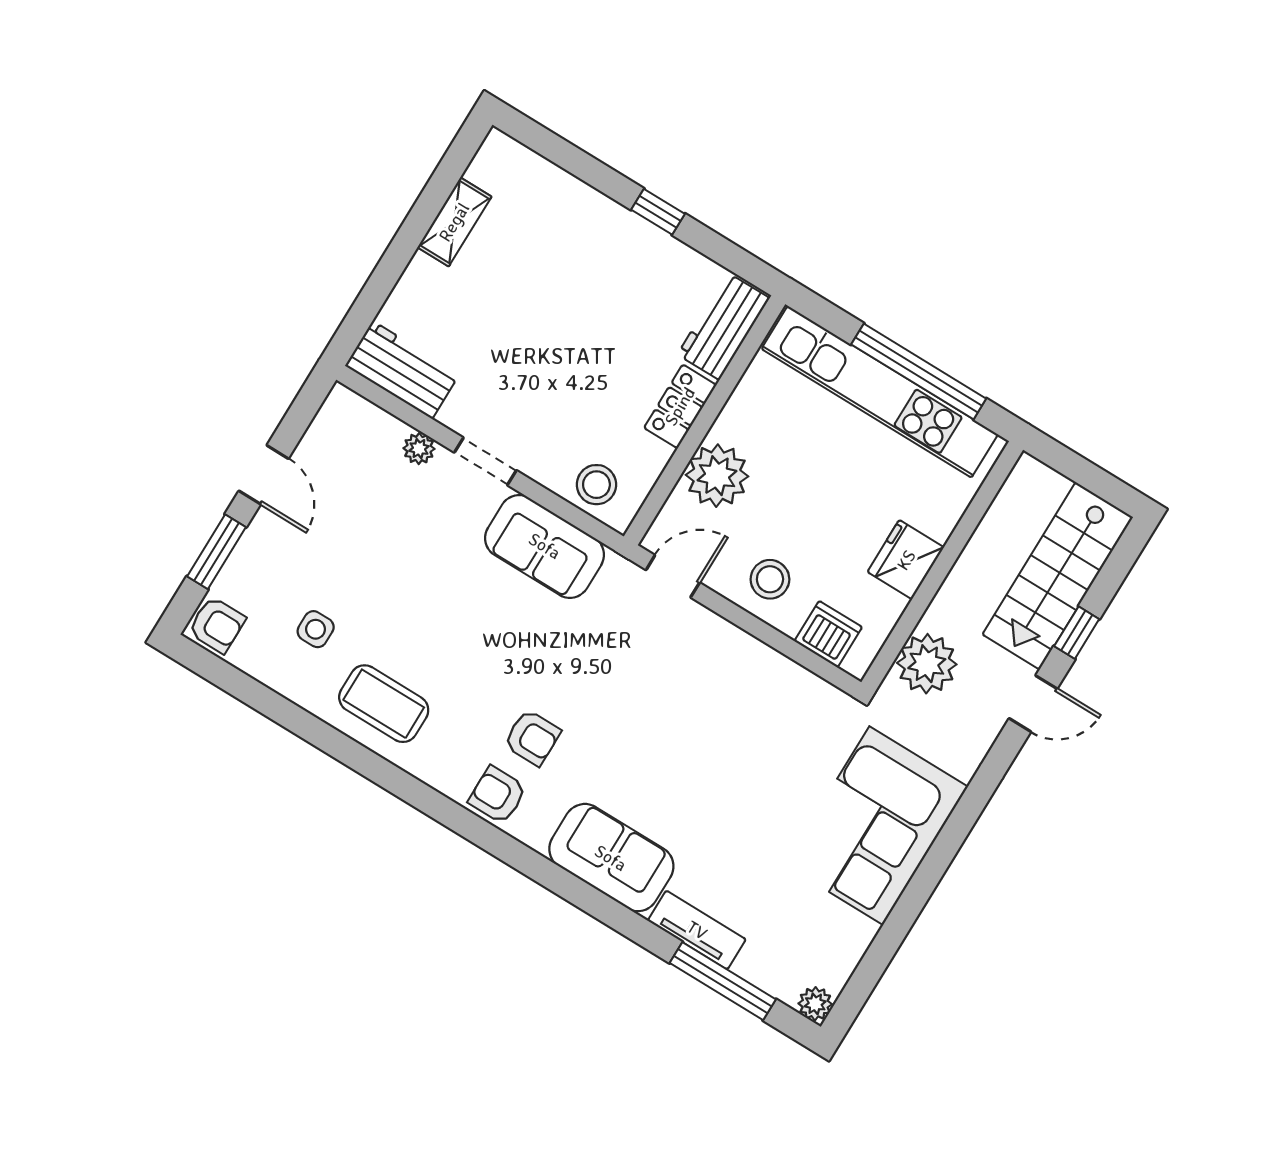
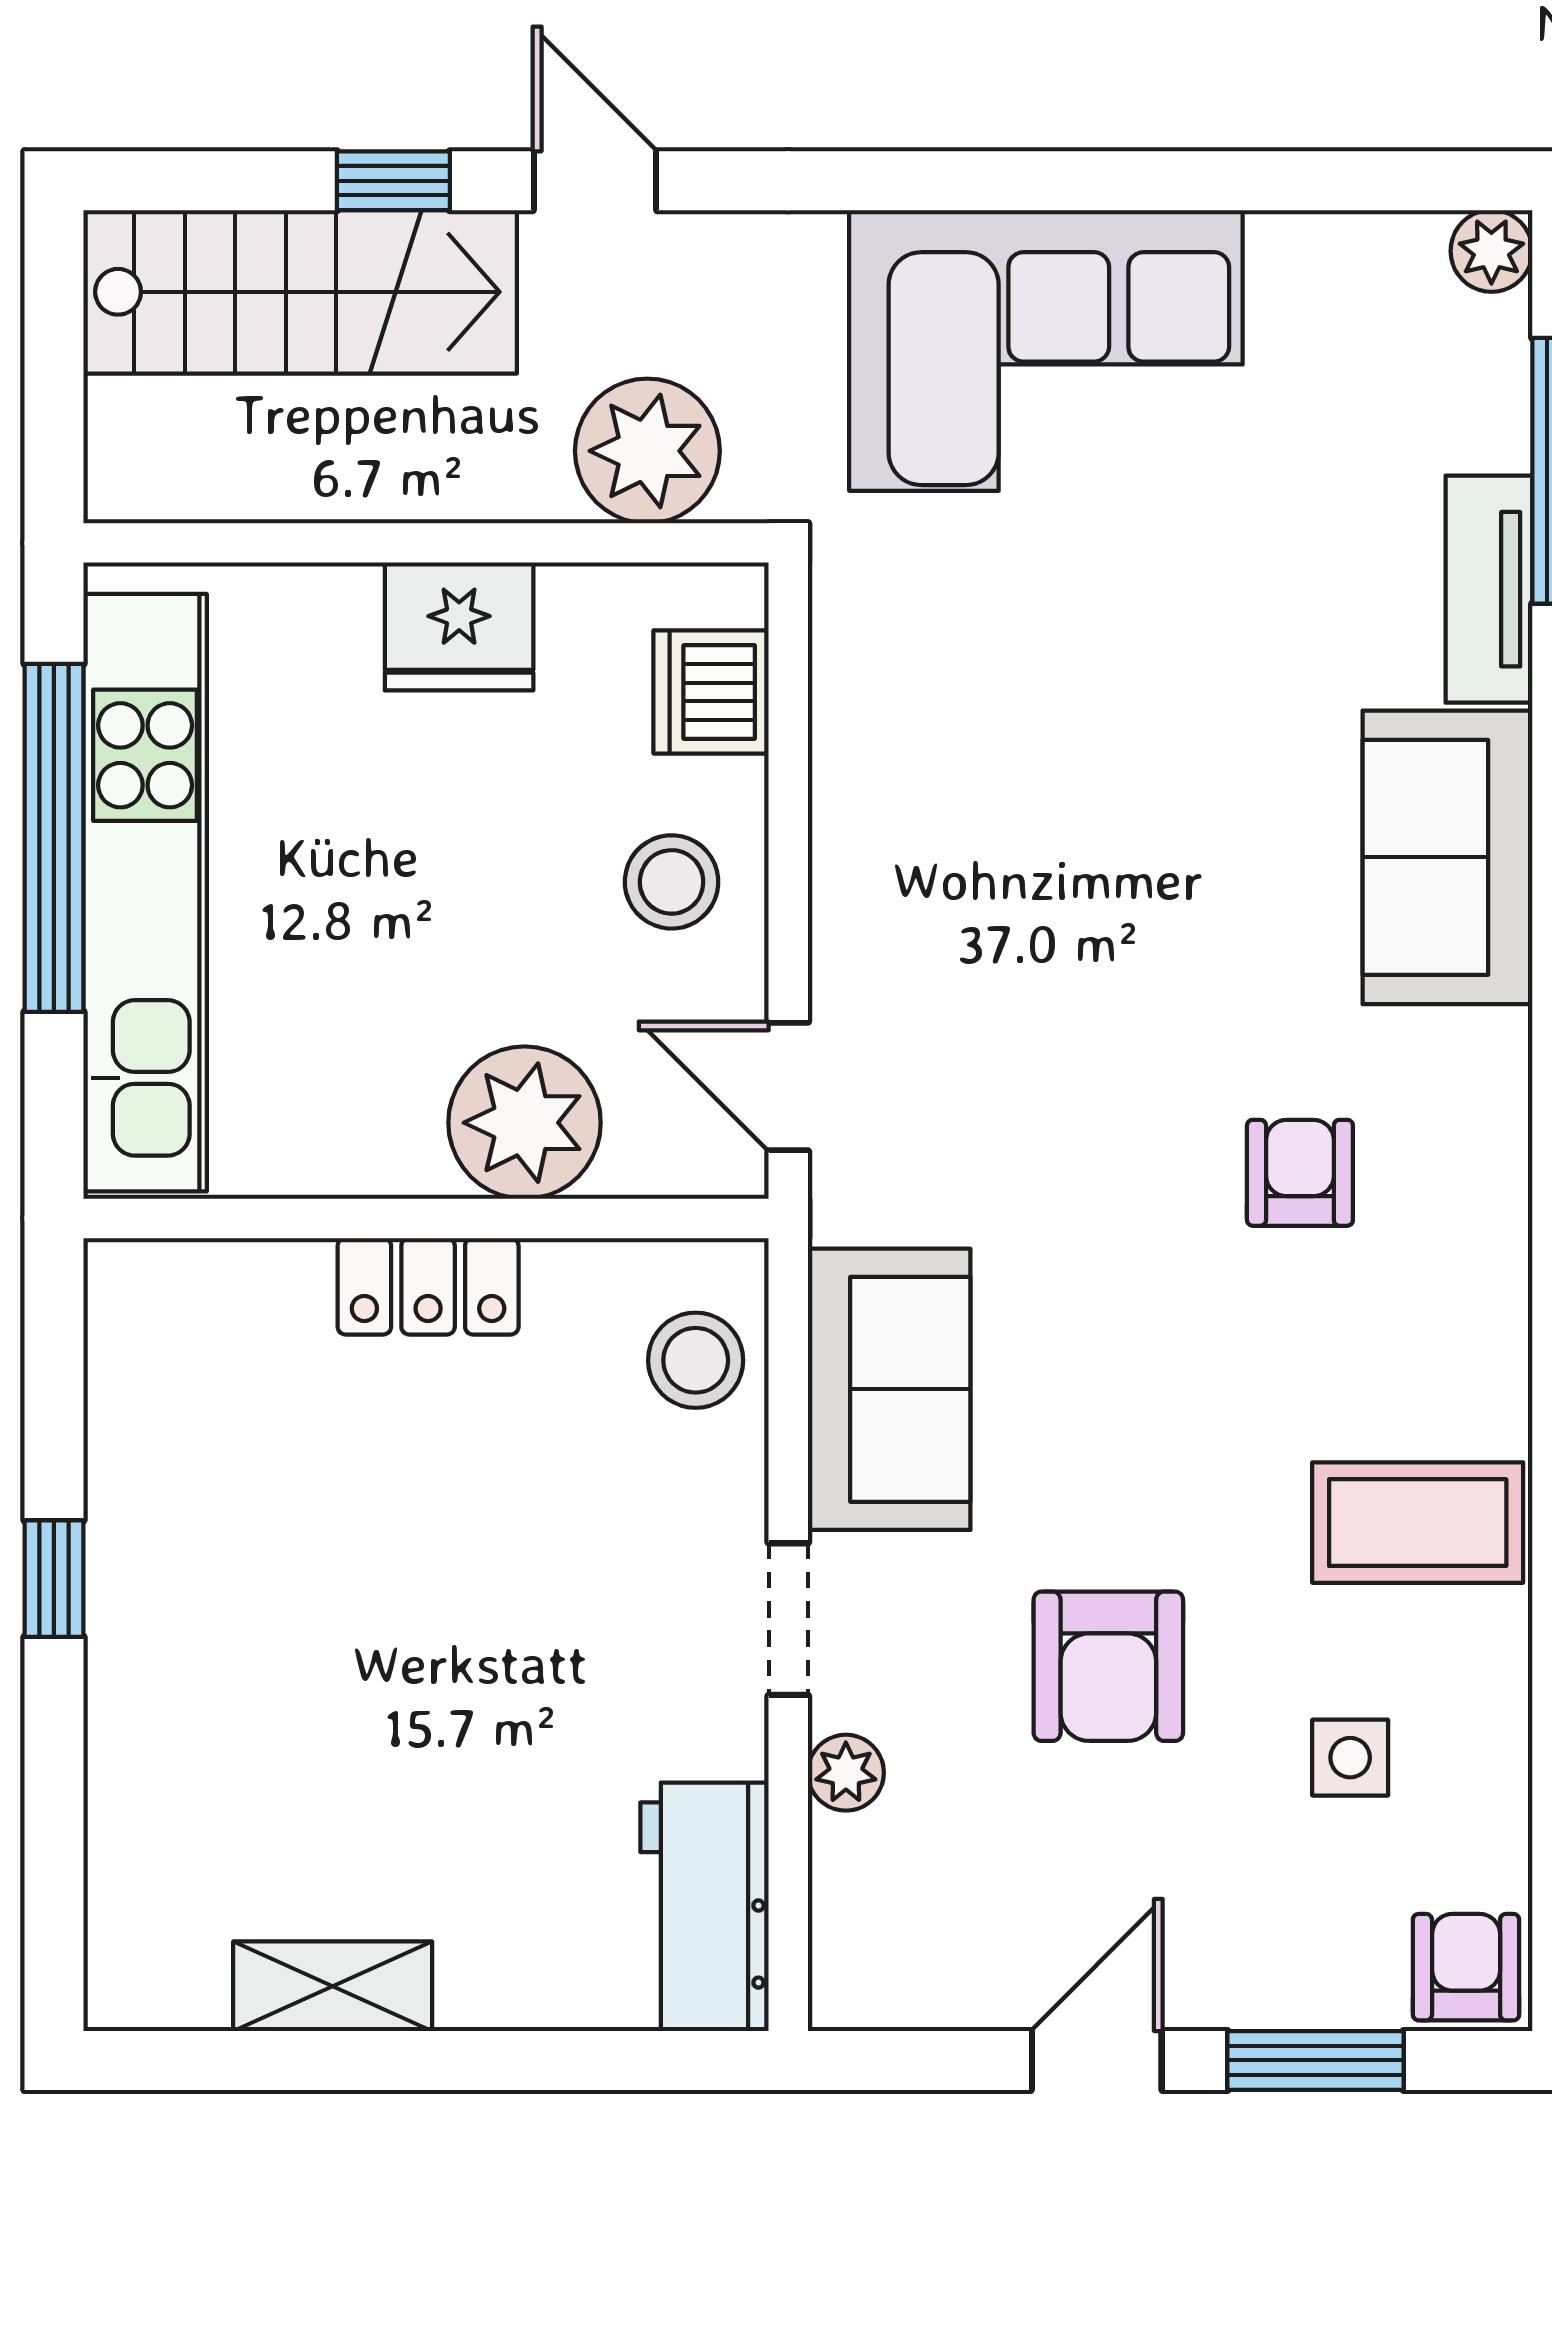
workbench: (723, 326) -> (208, 1298), removed
coffee table: (384, 704) -> (1418, 1523), turned 90
armchair: (497, 795) -> (1108, 1666), moved, width x1.38, depth x1.38

